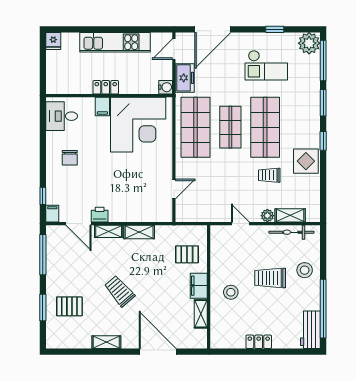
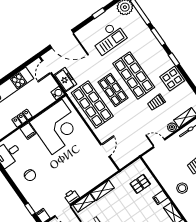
door: (213, 29) -> (62, 39), hinge flipped
filing cabinet: (199, 286) -> (160, 198), width x0.50

